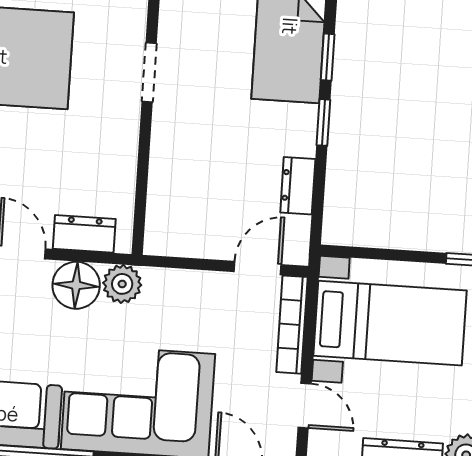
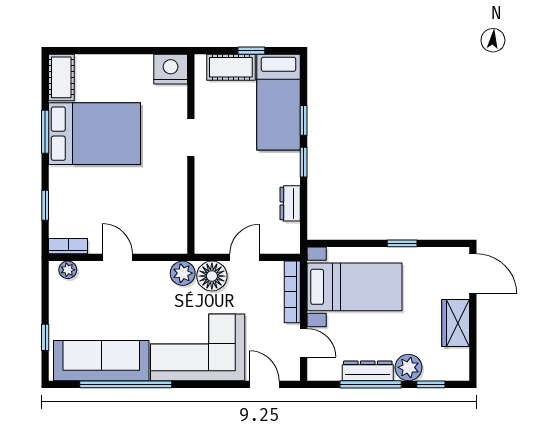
dresser: (84, 234) -> (157, 243), removed
door: (258, 268) -> (245, 257), moved
floor lamp: (76, 285) -> (212, 276), moved

